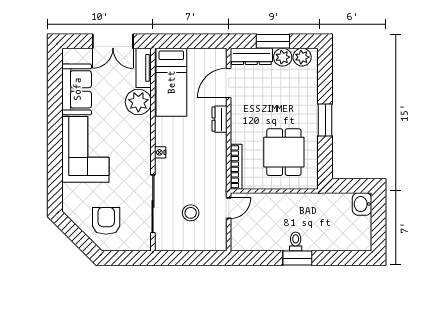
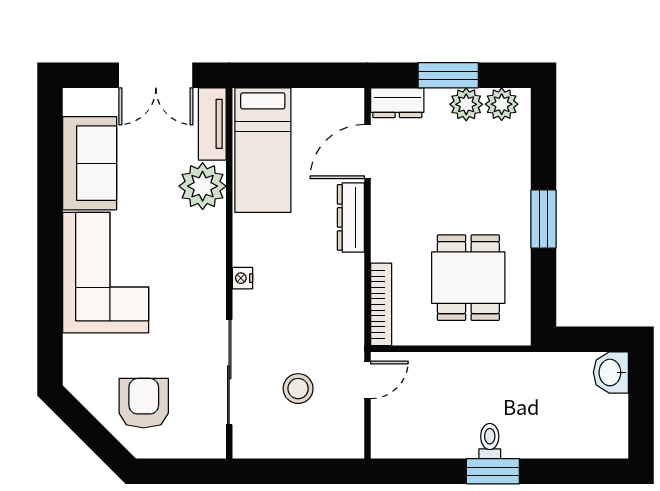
dresser: (251, 56) -> (397, 103), width x0.70
dresser: (220, 119) -> (351, 217), width x1.44

